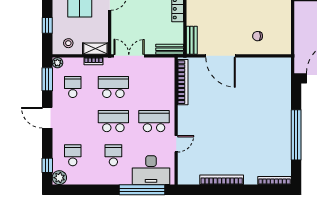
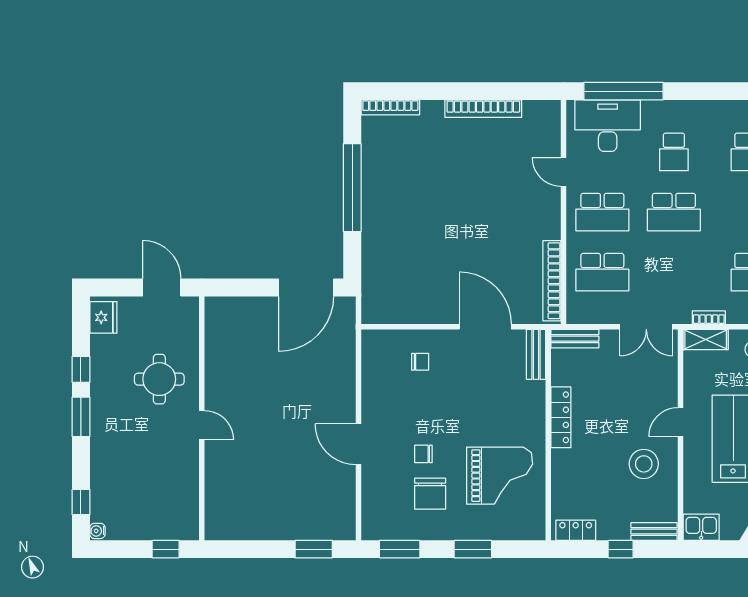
school desk: (113, 87) -> (602, 272), moved
door: (176, 144) -> (564, 172), hinge flipped

